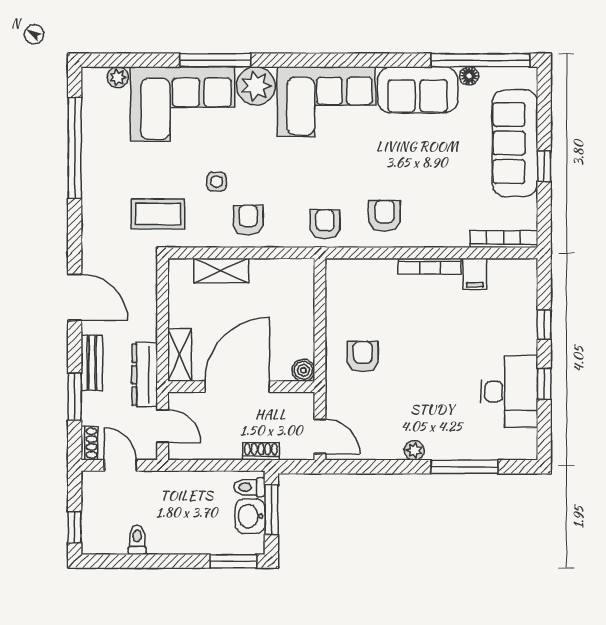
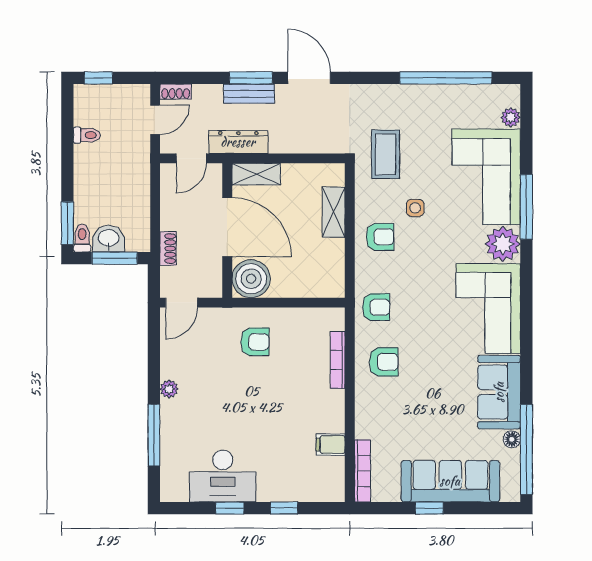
bookcase: (430, 266) -> (338, 360), moved
door: (75, 297) -> (309, 78), swing flipped
boiler: (304, 370) -> (251, 279), width x1.86, depth x1.86
window: (75, 397) -> (251, 78), moved
toilet: (249, 487) -> (82, 238), moved

